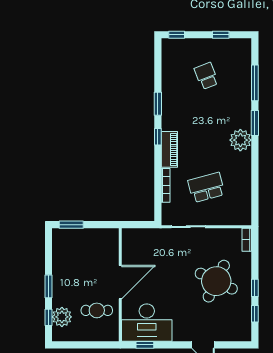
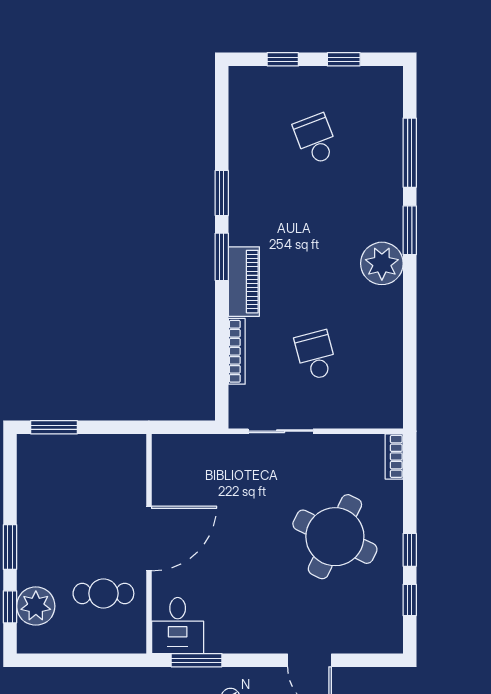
window: (177, 35) -> (283, 59), moved
window: (158, 137) -> (222, 257), width x1.50
school desk: (206, 187) -> (316, 355), width x0.54
desk: (147, 323) -> (178, 626), width x0.53, depth x0.77
window: (145, 345) -> (197, 660), width x1.50

